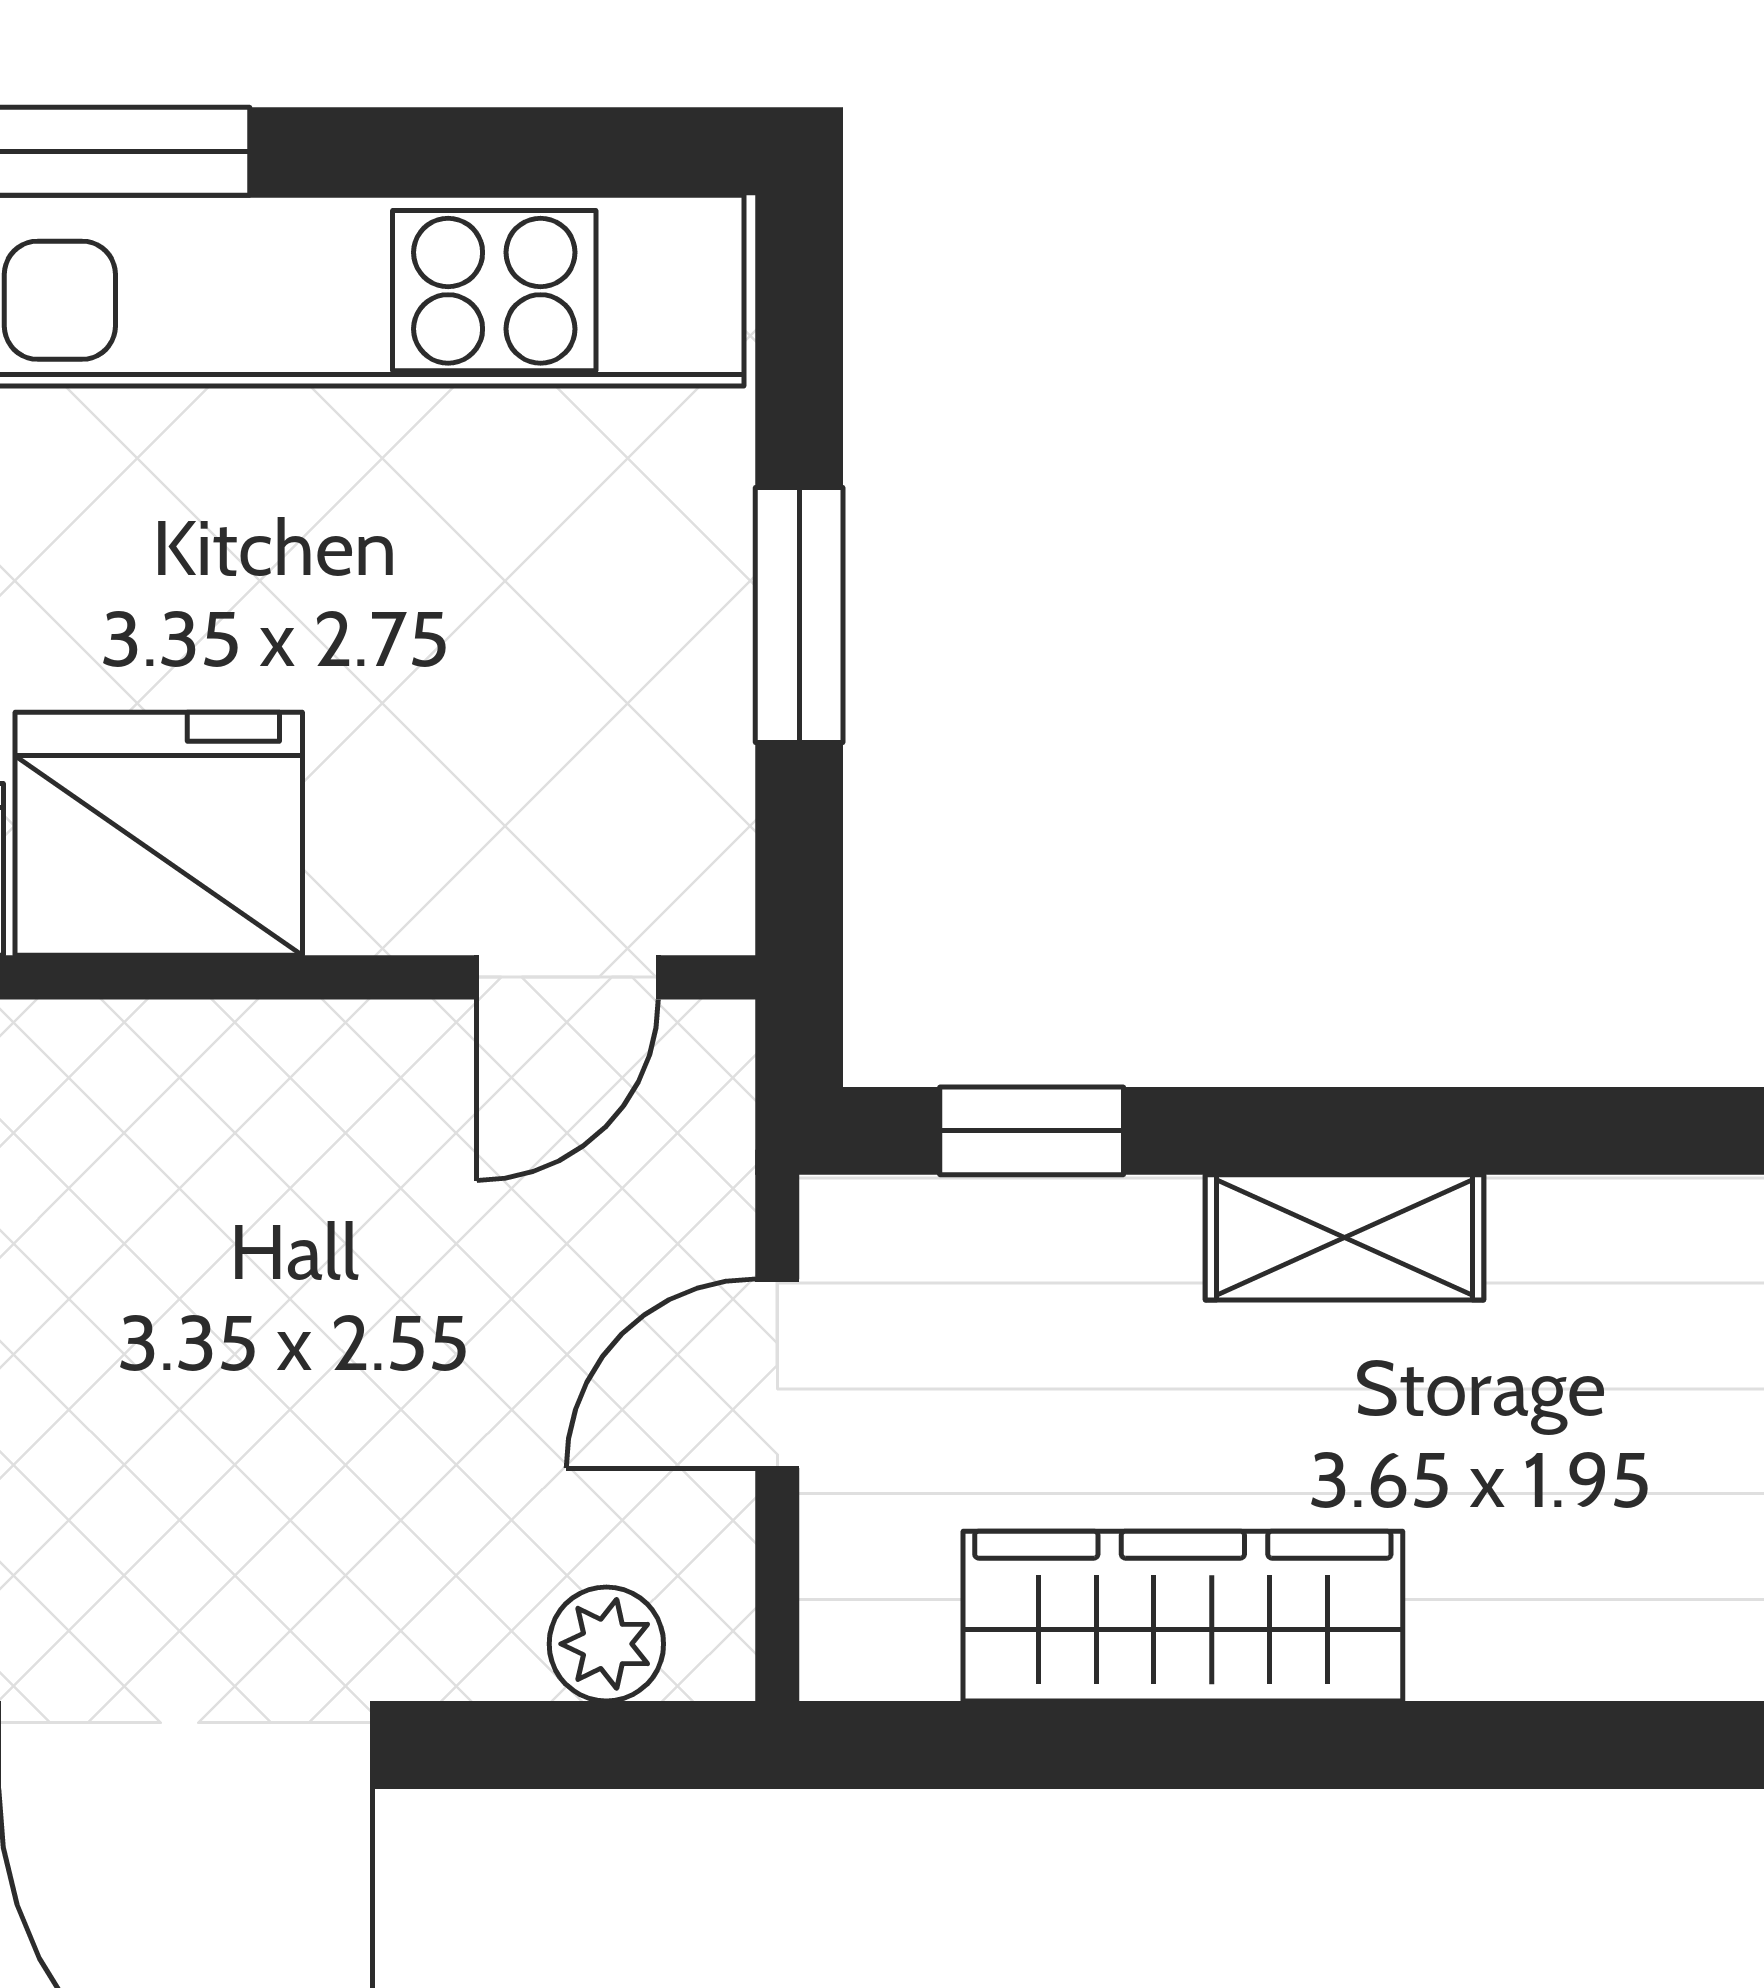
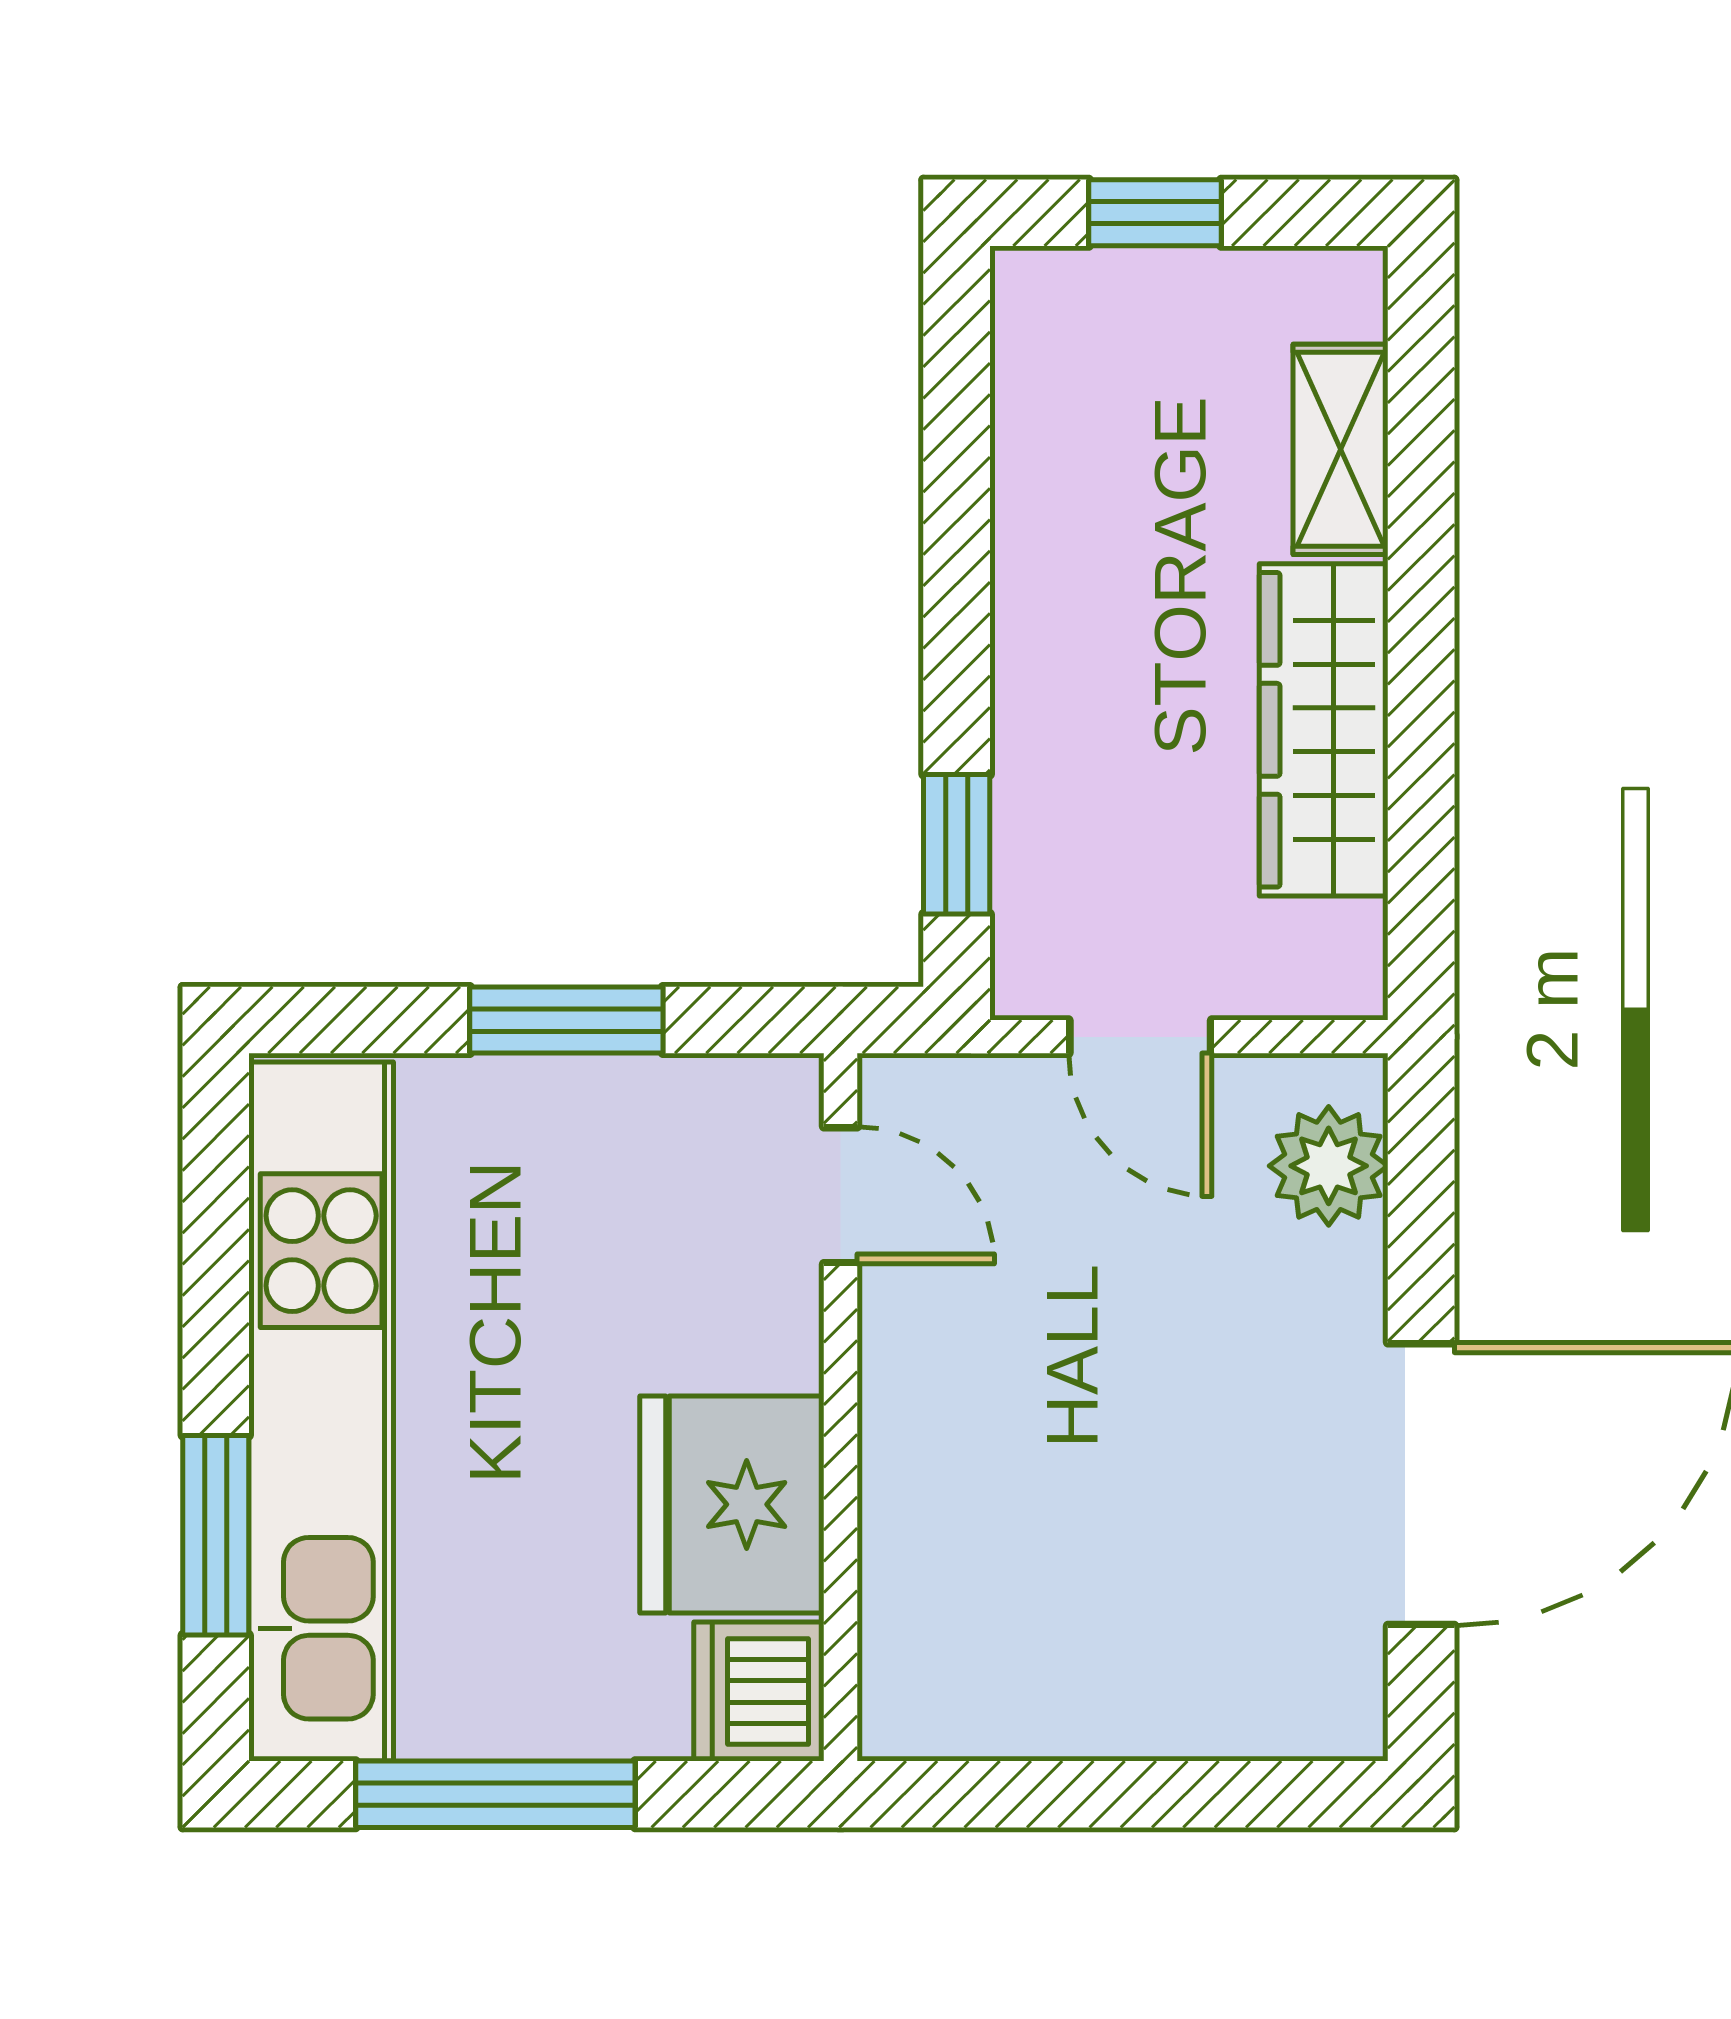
shelving: (1345, 1237) -> (1341, 449), moved
plant: (606, 1644) -> (1329, 1166), width x1.38, depth x1.38

